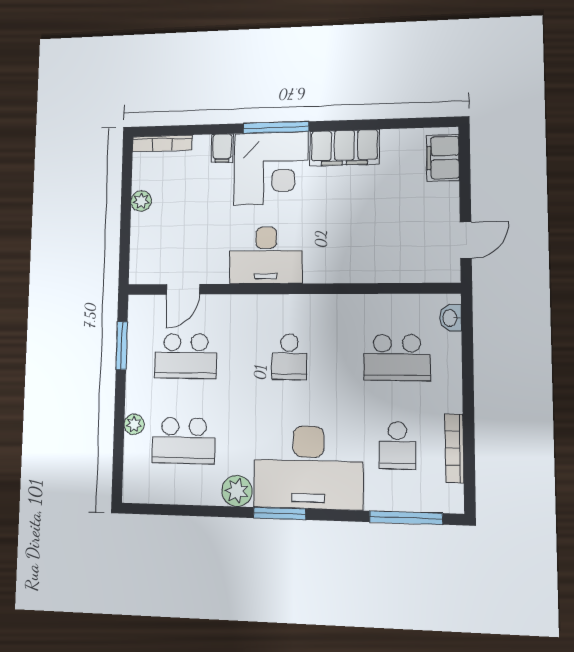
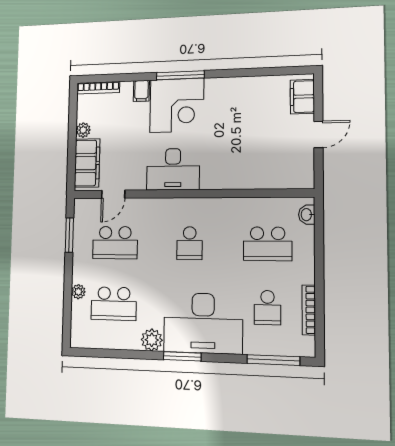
filing cabinet: (344, 148) -> (87, 163), moved, turned -90
door: (466, 240) -> (318, 135), moved

